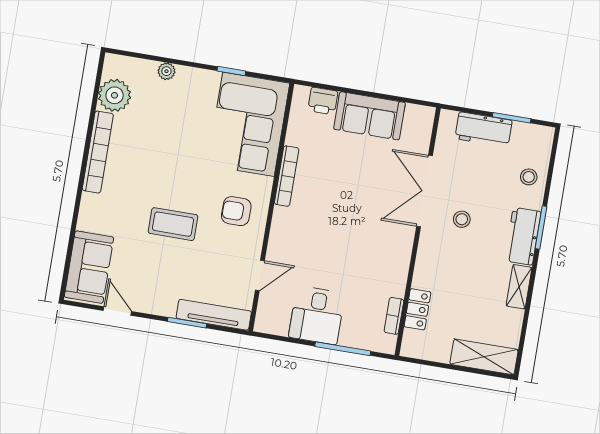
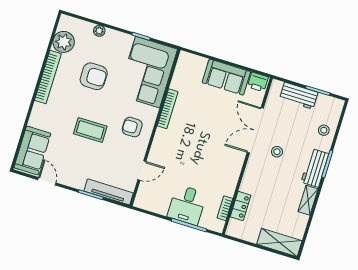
printer: (323, 101) -> (258, 82), moved
armchair: (167, 142) -> (94, 76), added
desk: (317, 315) -> (187, 205), moved

